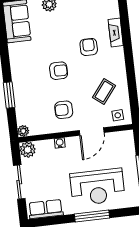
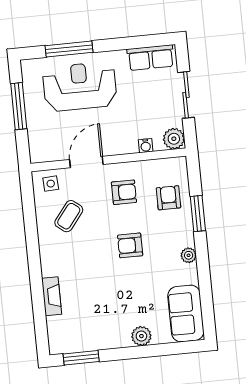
armchair: (89, 47) -> (169, 198), moved, turned 180
plant: (23, 131) -> (189, 255), moved
water cooler: (60, 143) -> (146, 146), moved
window: (92, 216) -> (69, 49), moved

